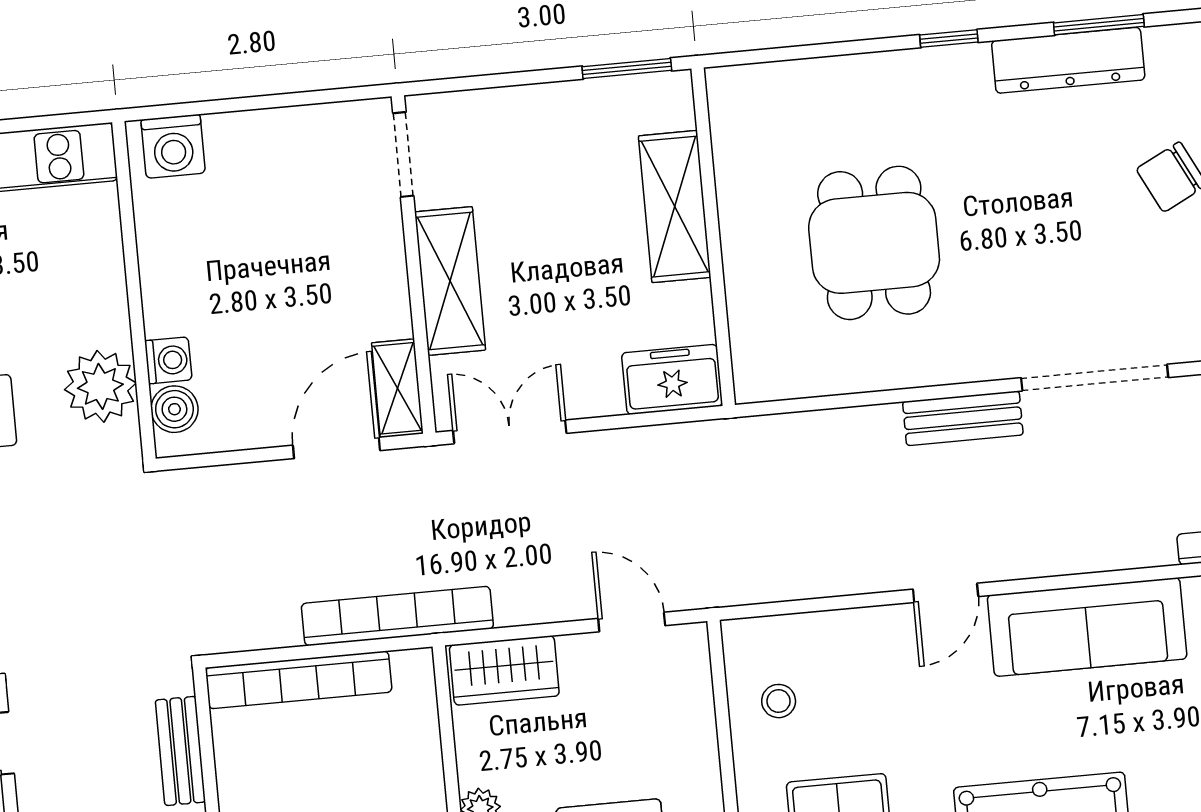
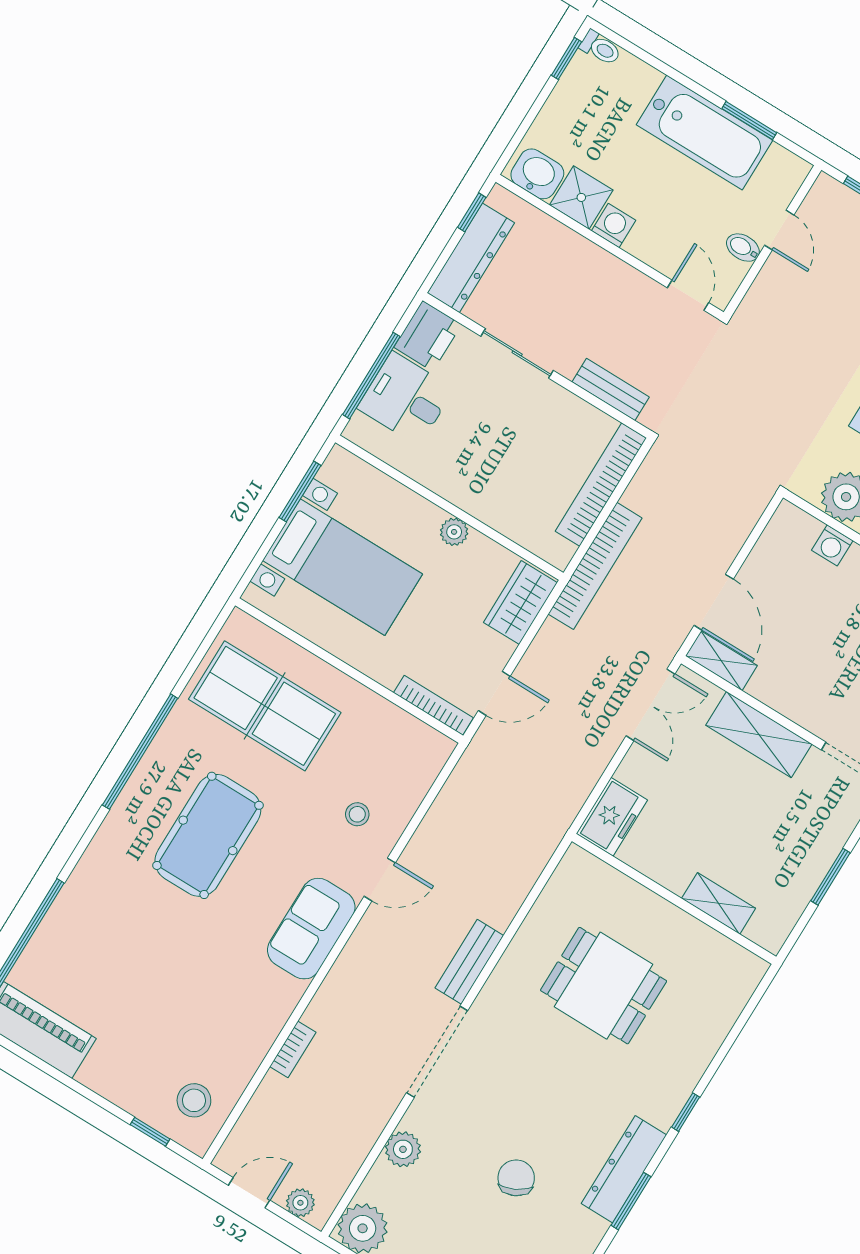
window: (627, 68) -> (830, 877), moved
shelving: (675, 207) -> (719, 903), width x0.67, depth x0.75
boiler: (174, 409) -> (803, 528), removed
door: (946, 593) -> (380, 880), swing flipped
sofa: (1087, 627) -> (311, 929), width x0.73
bookcase: (698, 682) -> (433, 705), added
stool: (779, 701) -> (357, 814), moved

